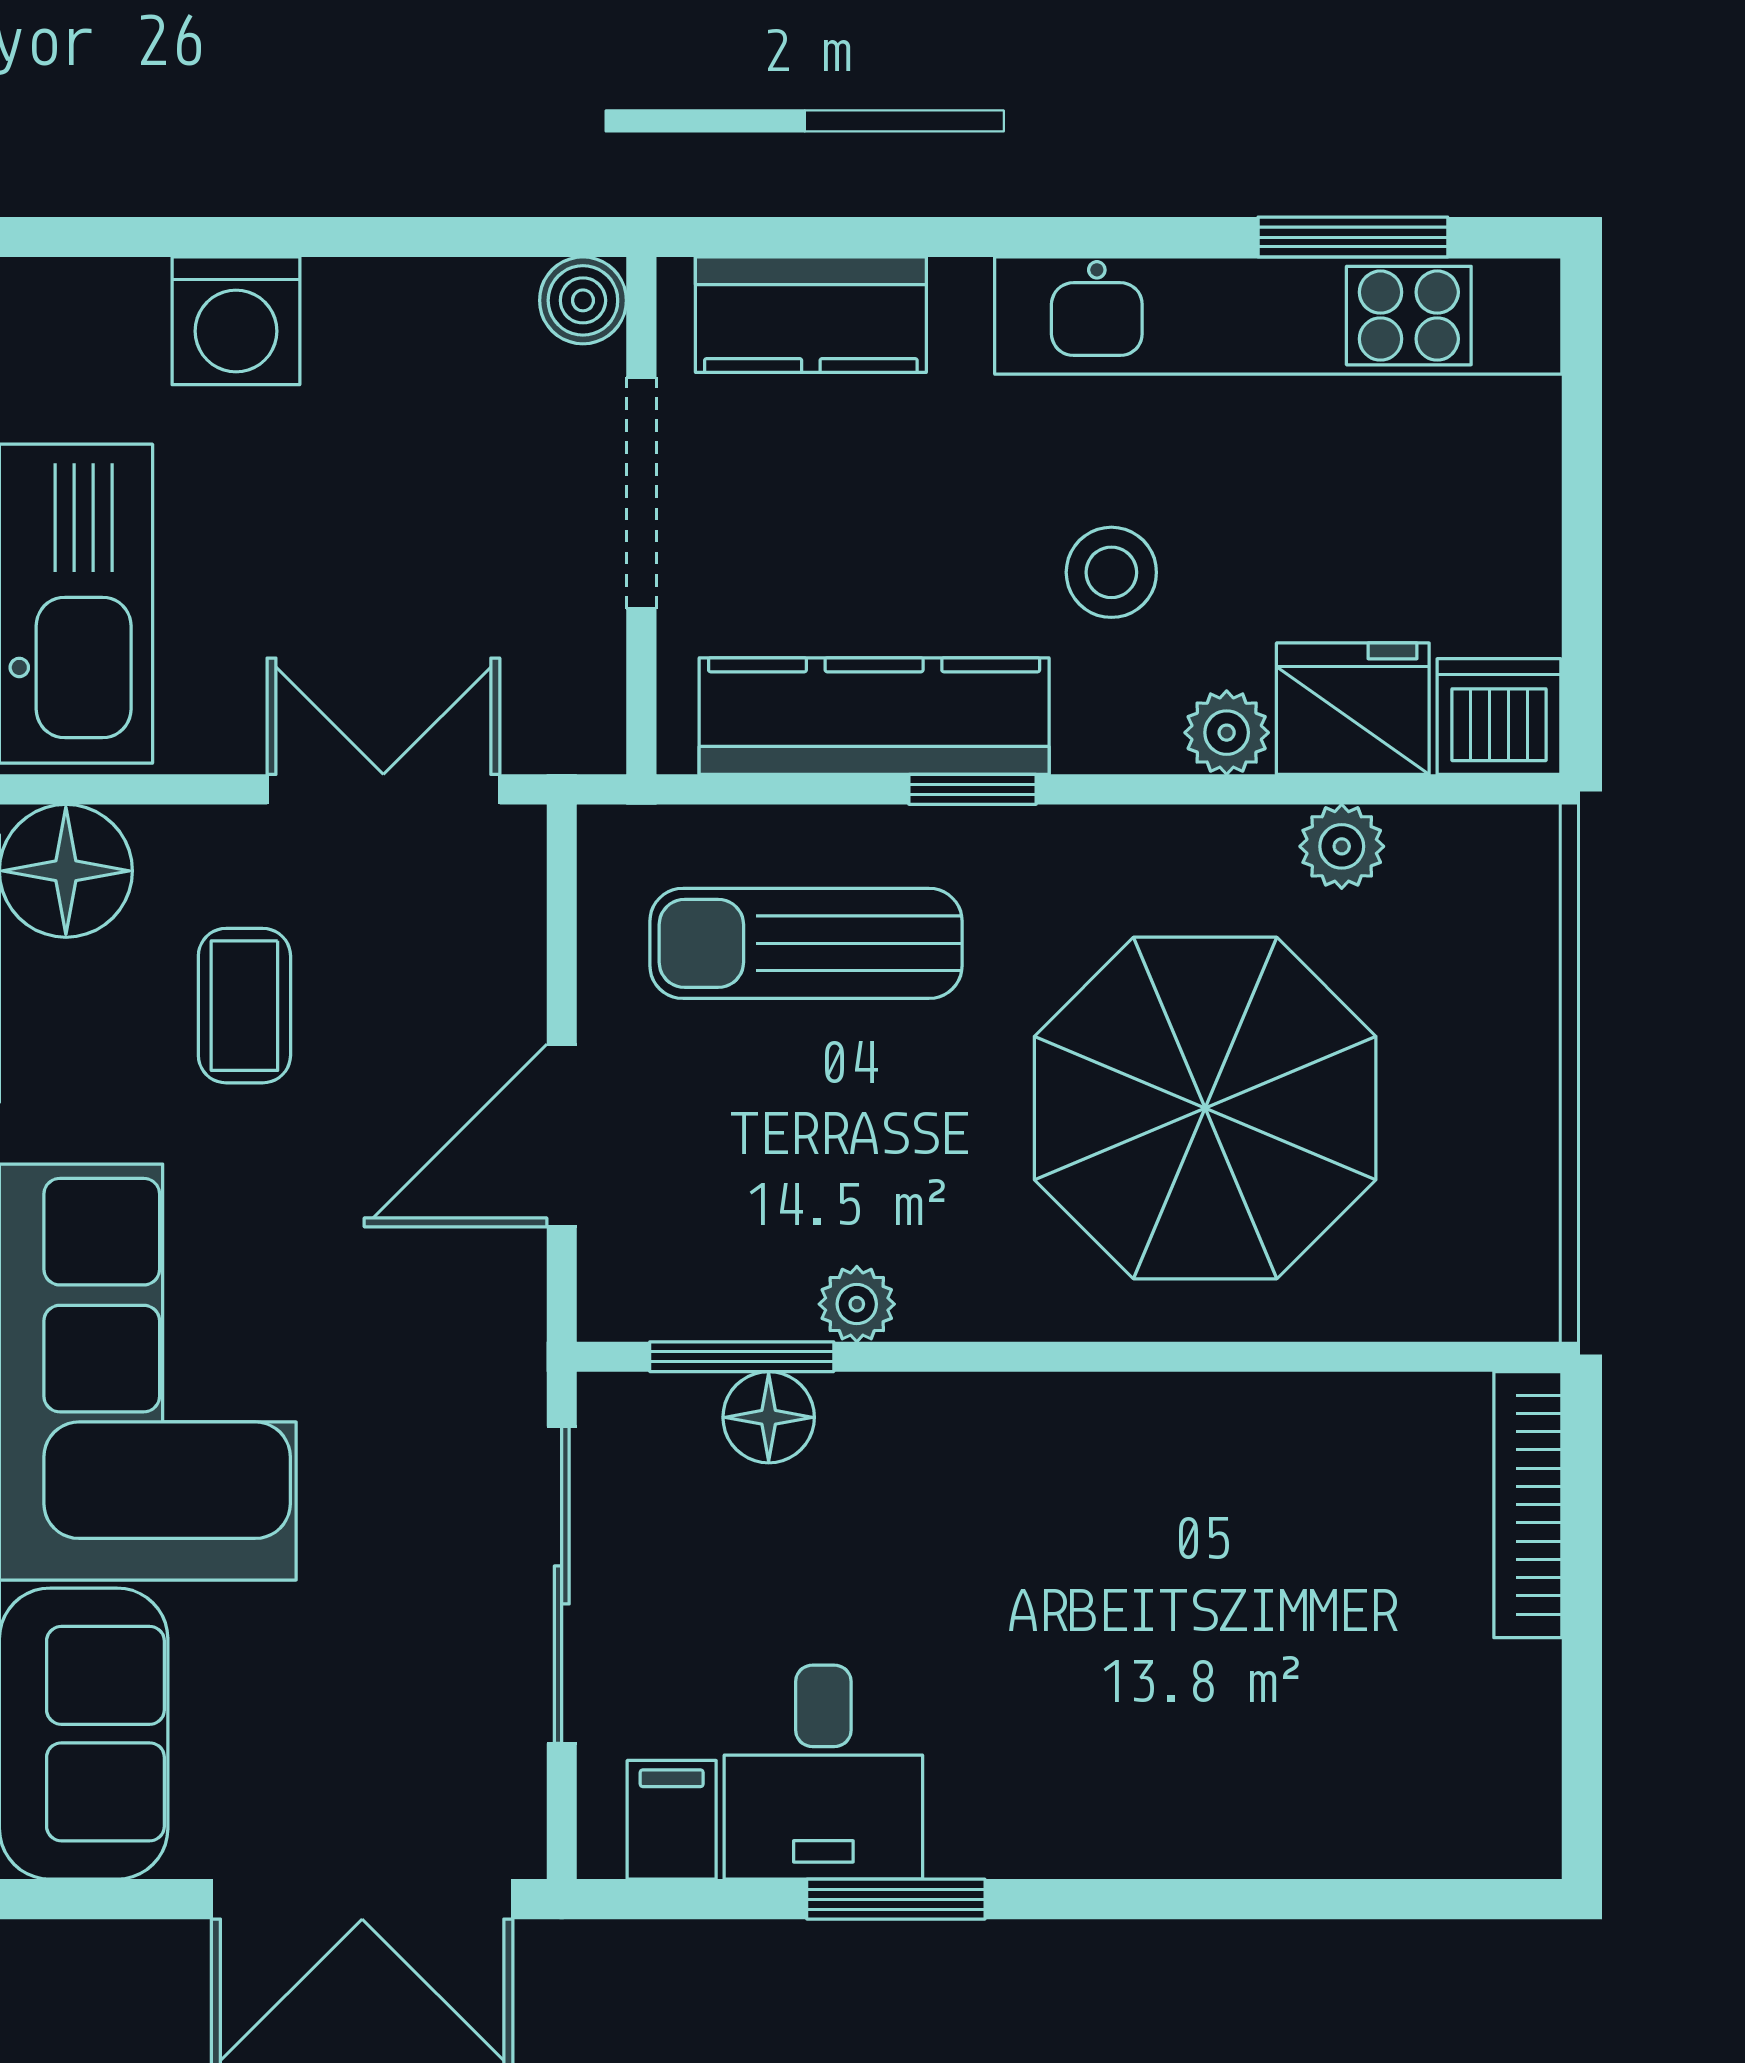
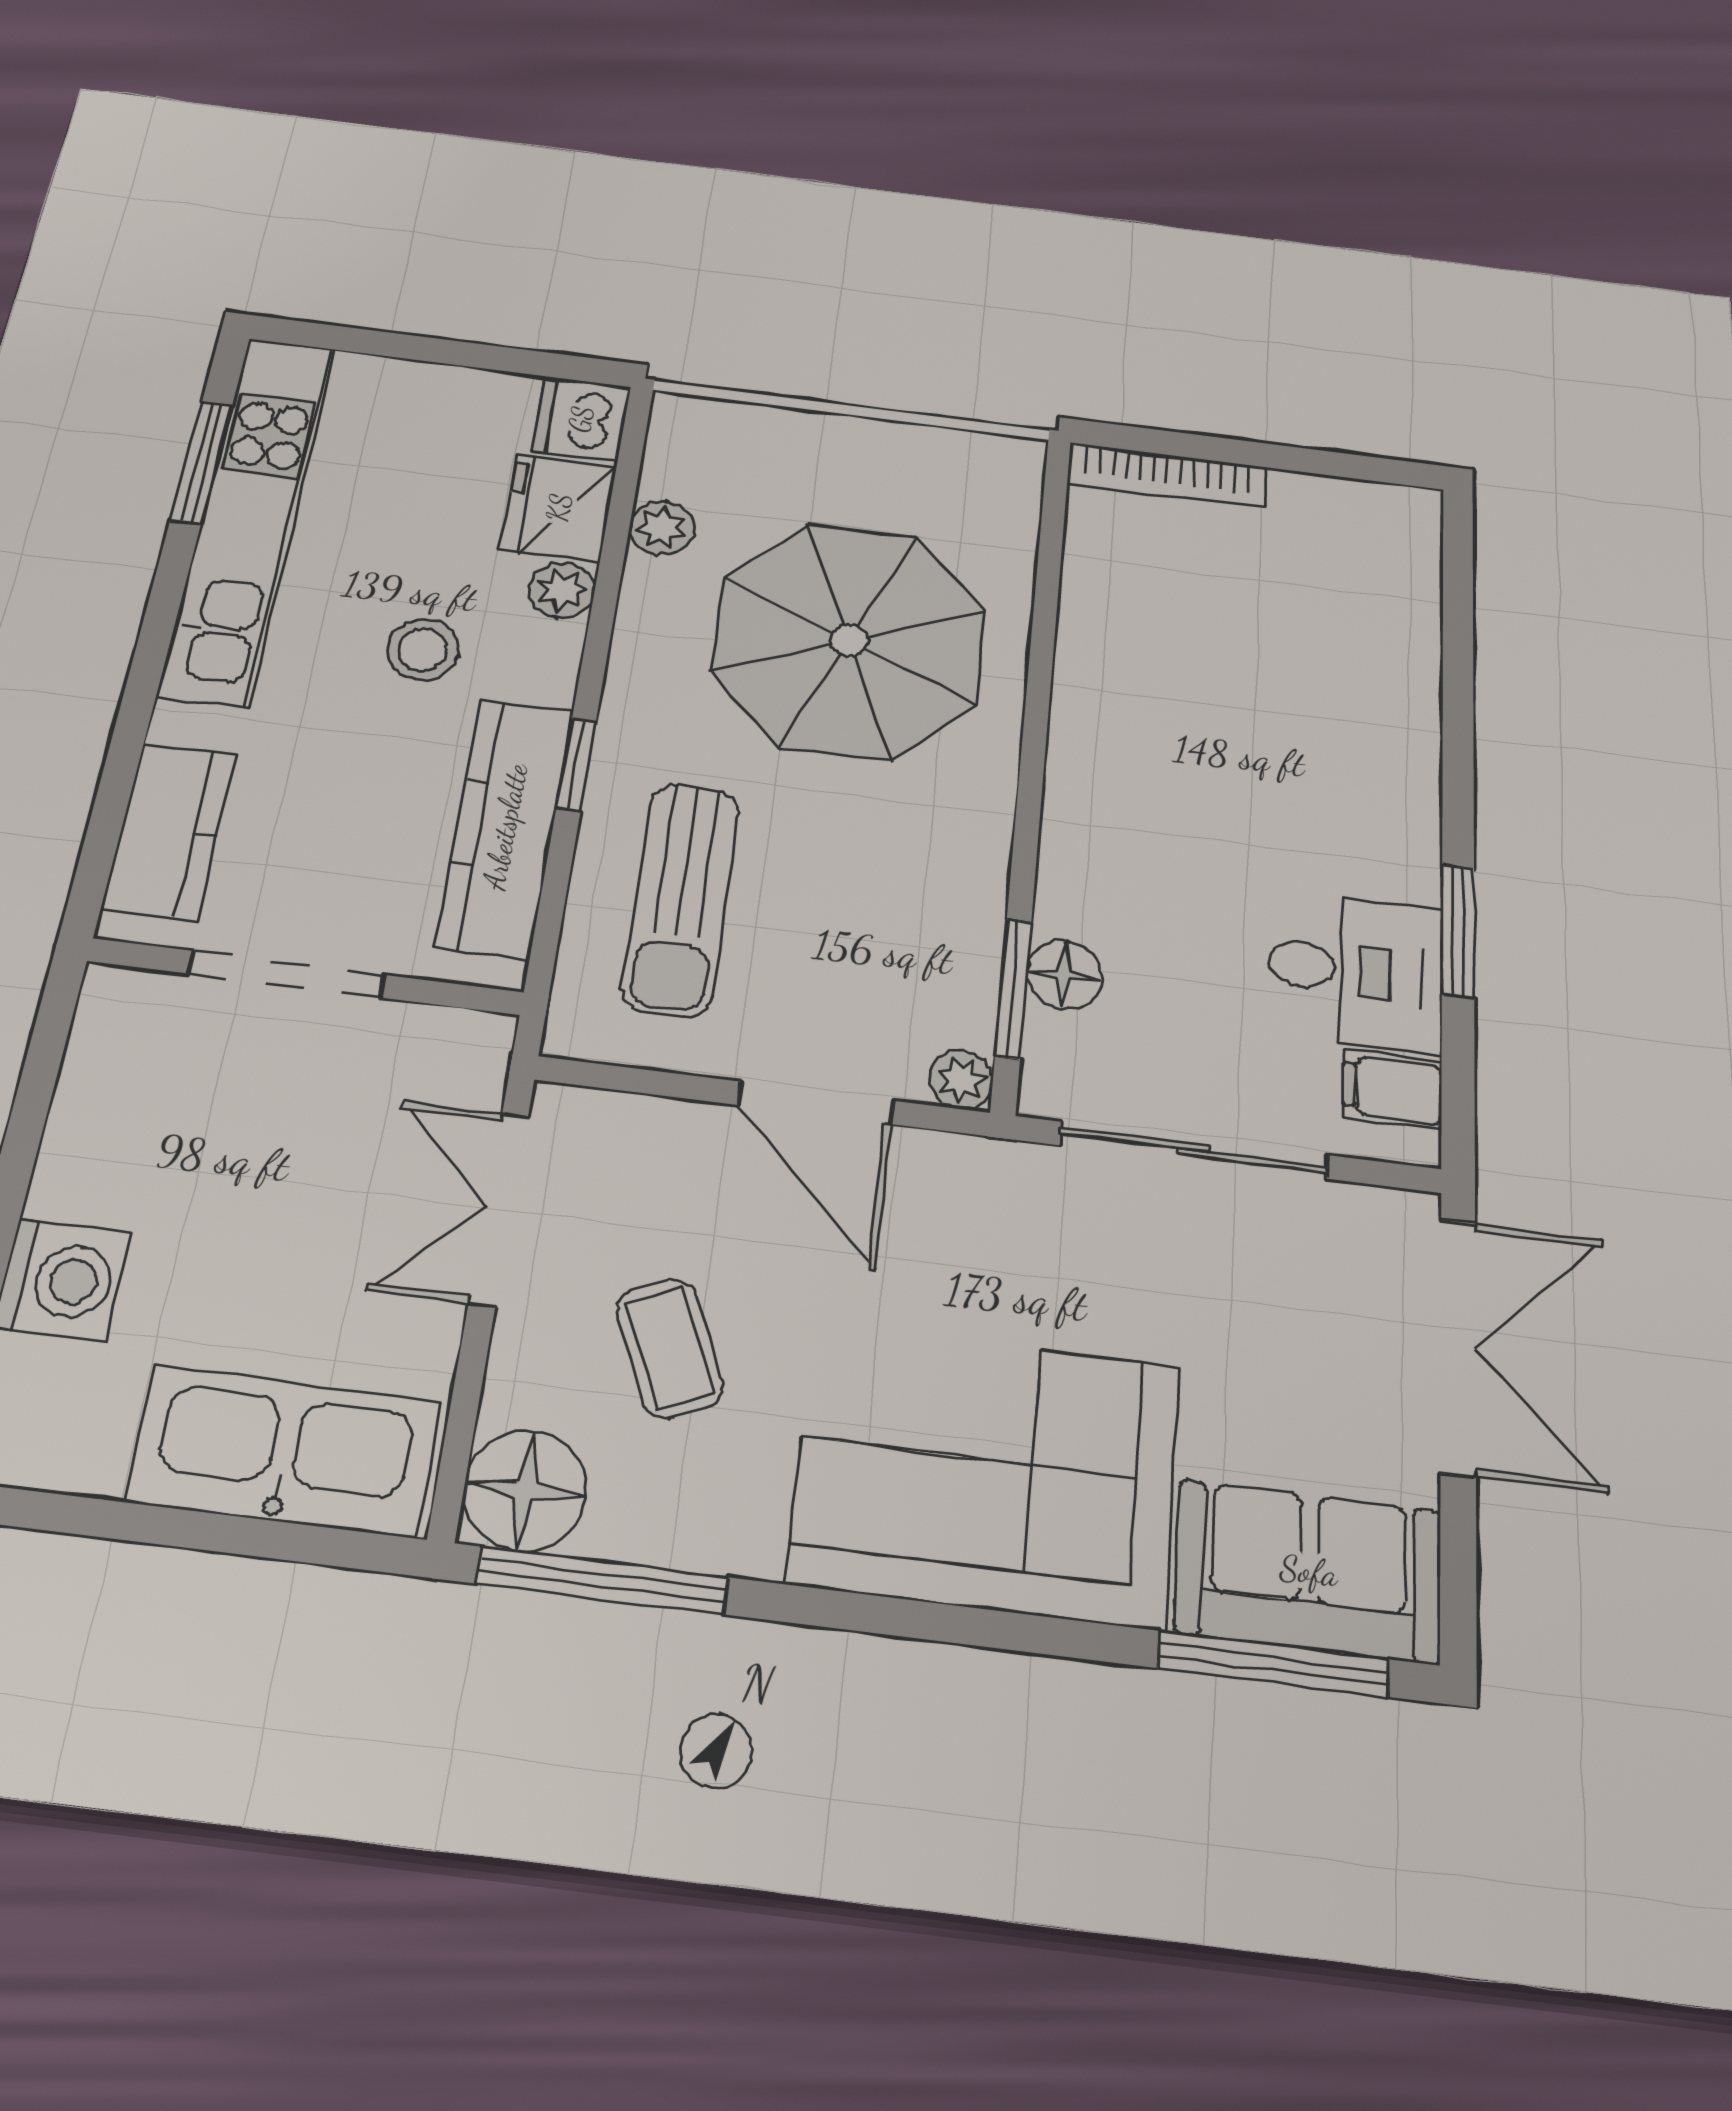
boiler: (583, 300) -> (115, 998), removed
coffee table: (244, 1006) -> (670, 1348), turned 66
plant: (857, 1304) -> (961, 1080), moved

